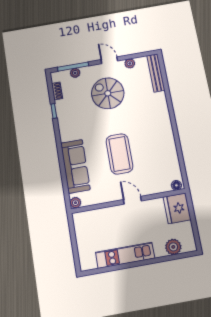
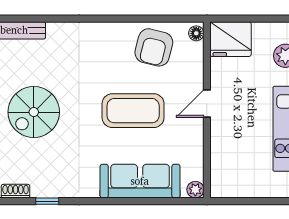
armchair: (162, 160) -> (154, 47), added

